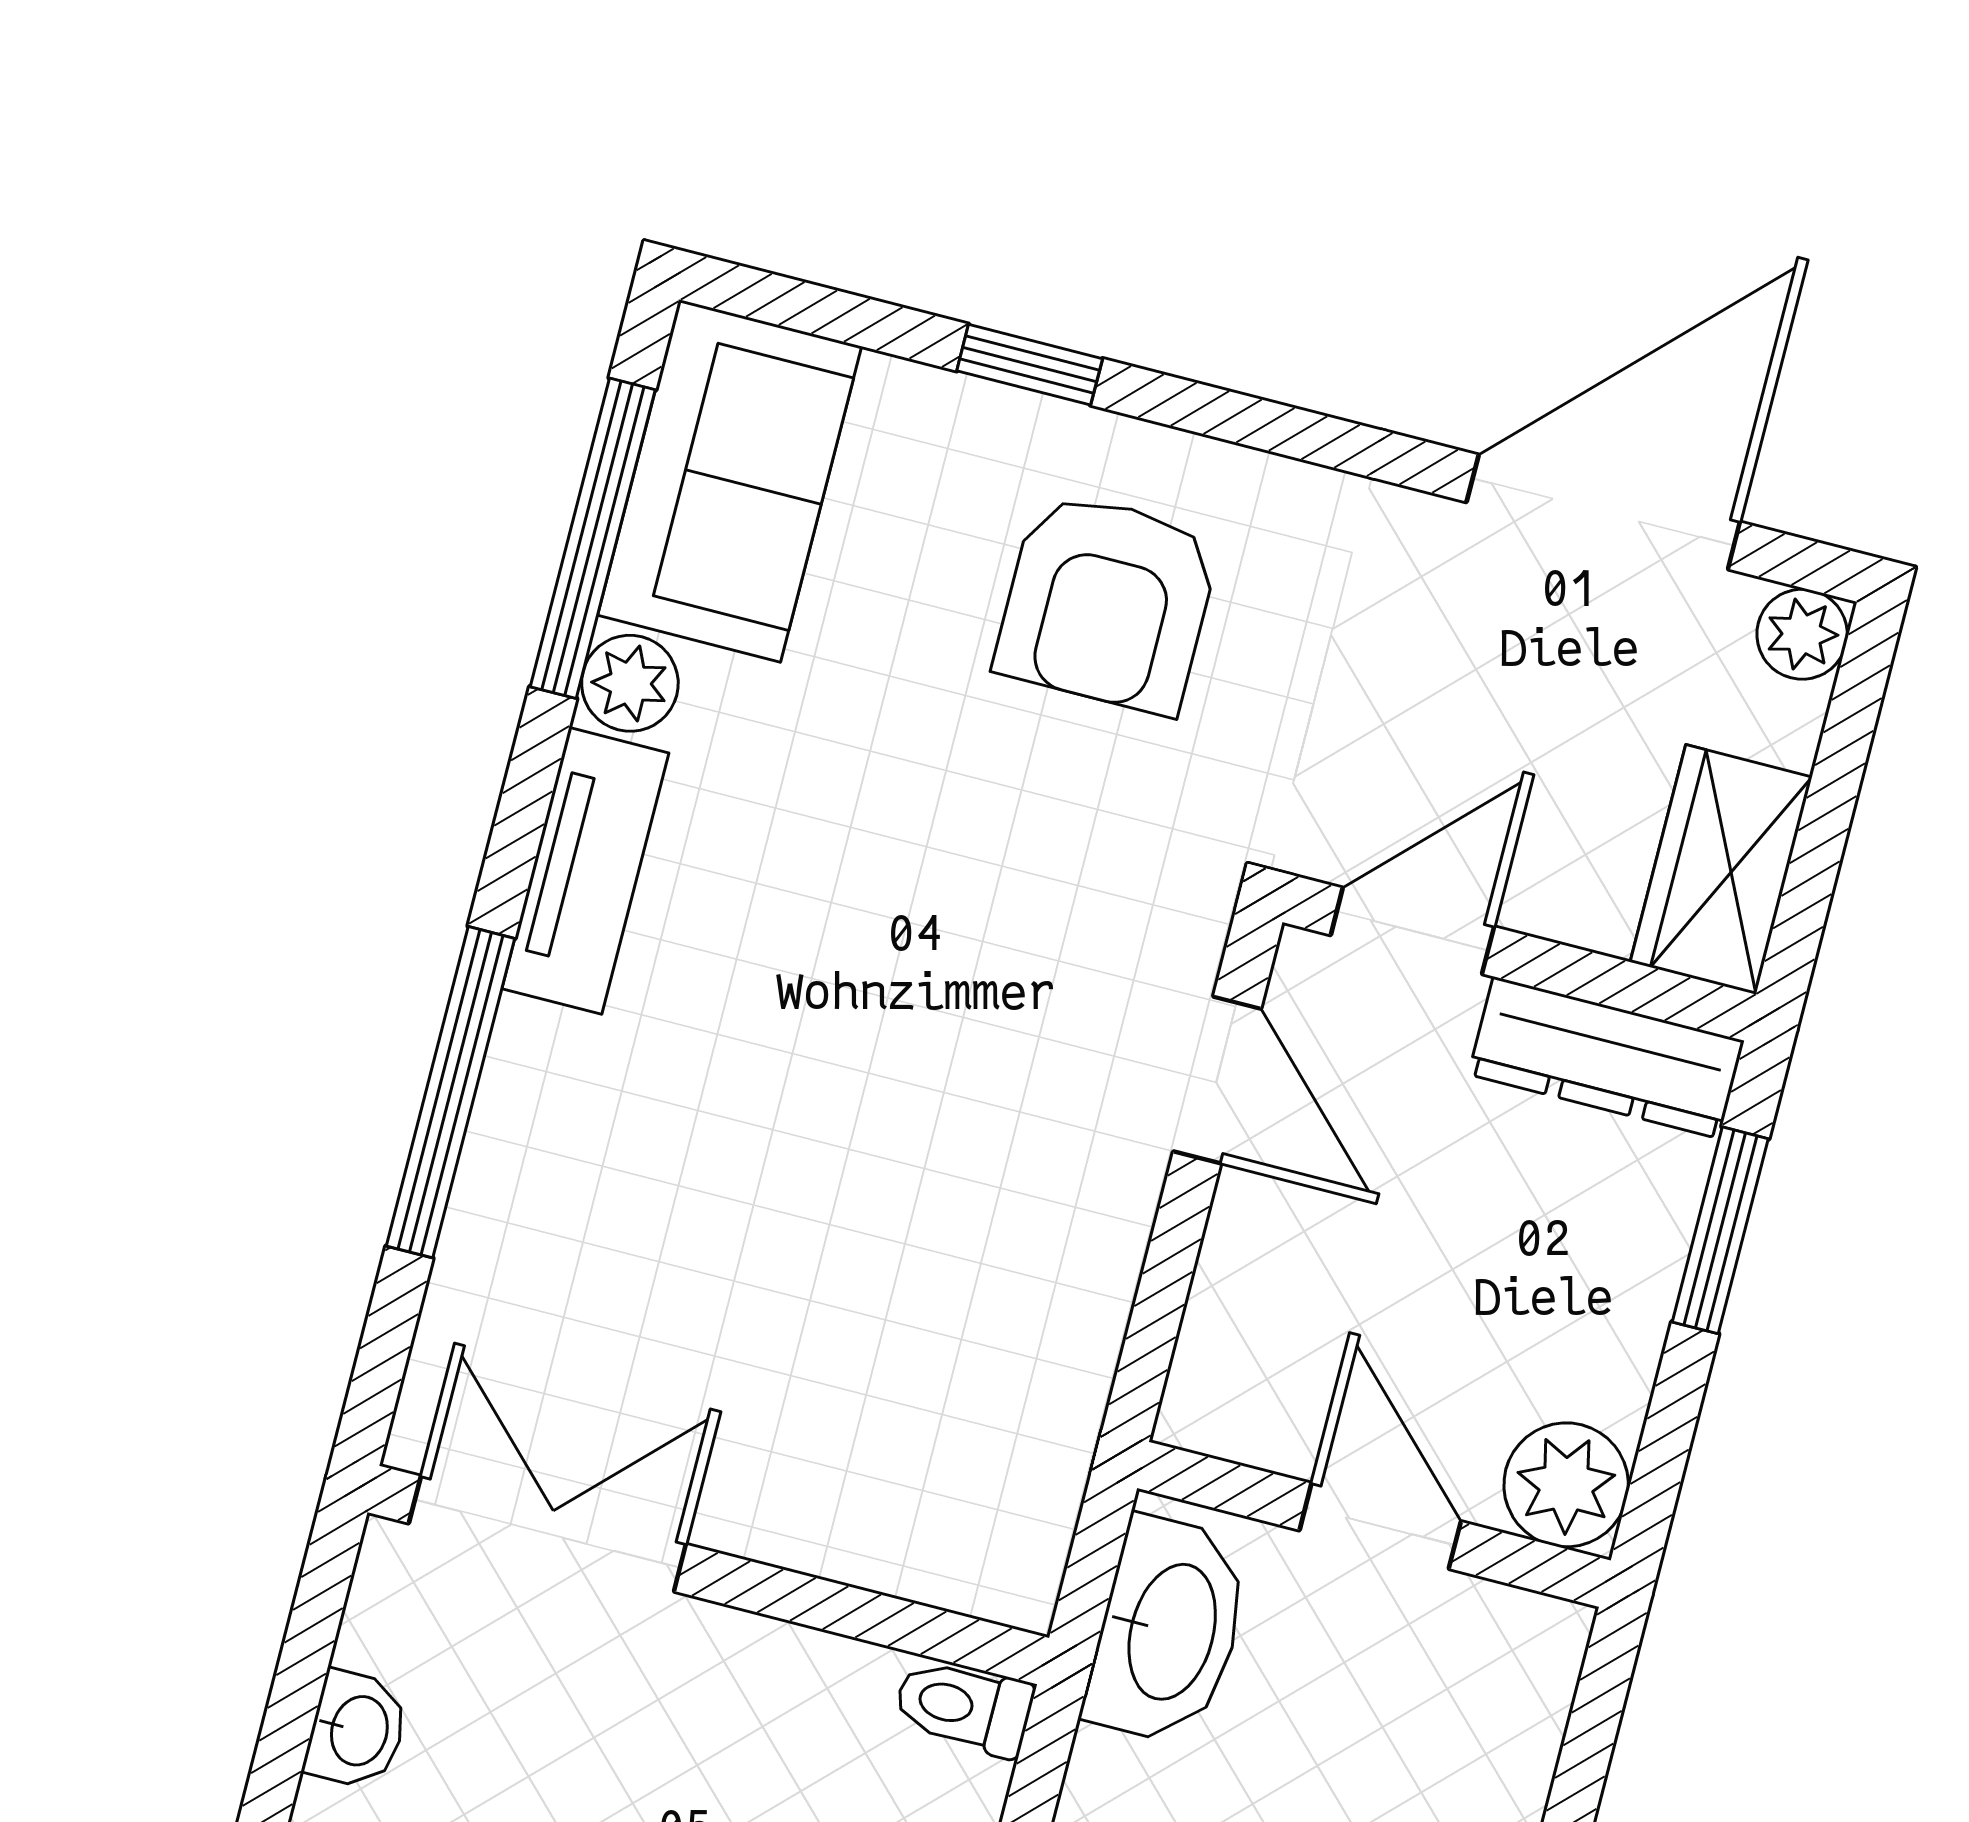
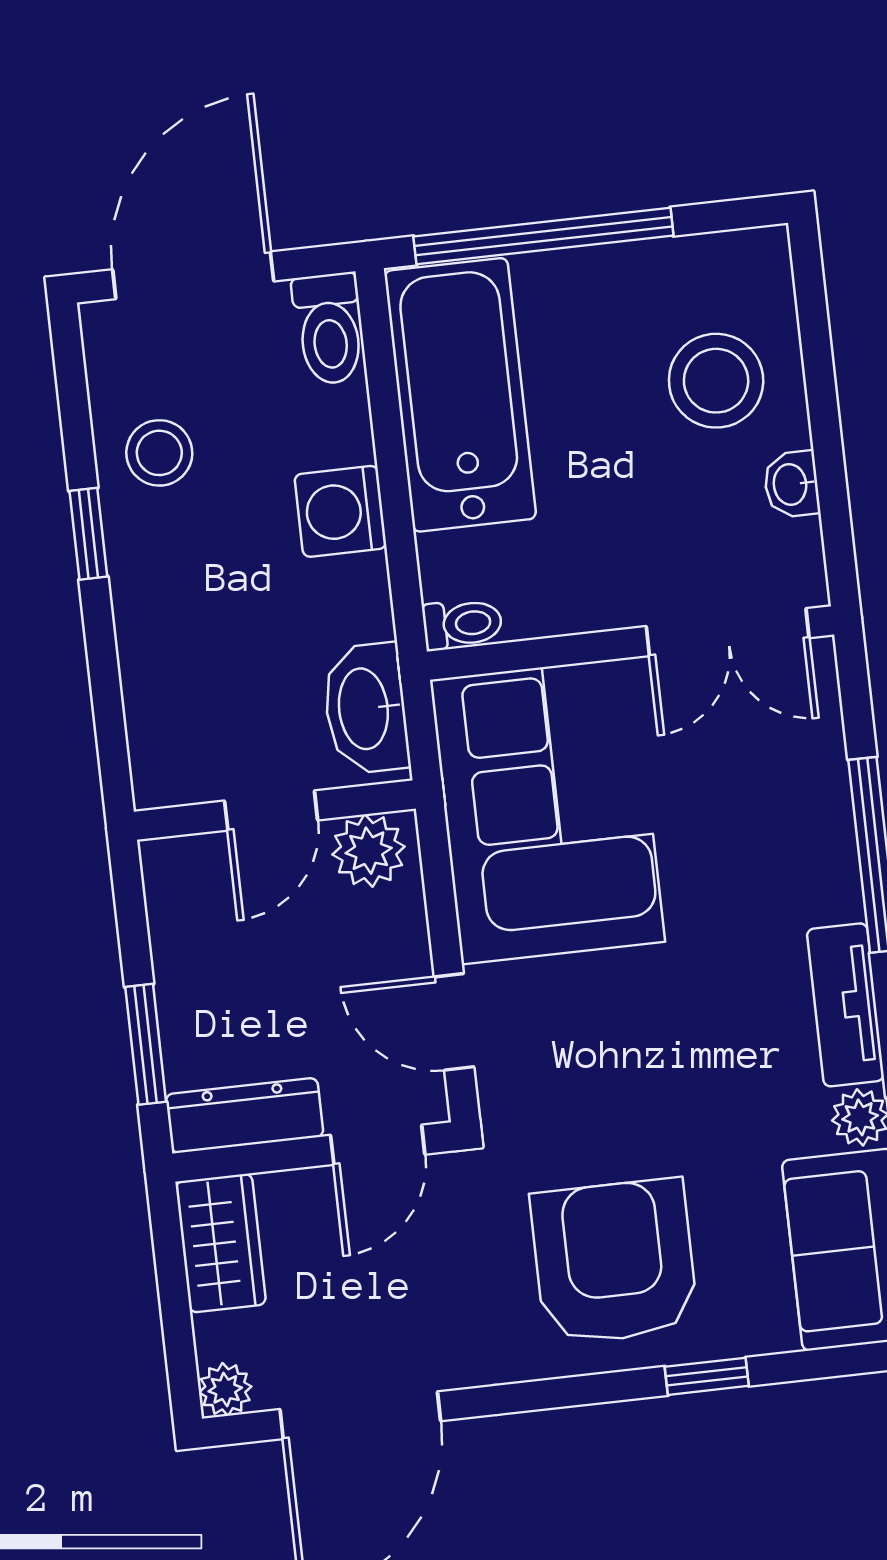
armchair: (1107, 602) -> (614, 1262), width x1.36, depth x1.36
corner sofa: (941, 1359) -> (547, 811), added
plant: (1566, 1485) -> (369, 851), moved
door: (1380, 1526) -> (271, 811), hinge flipped

